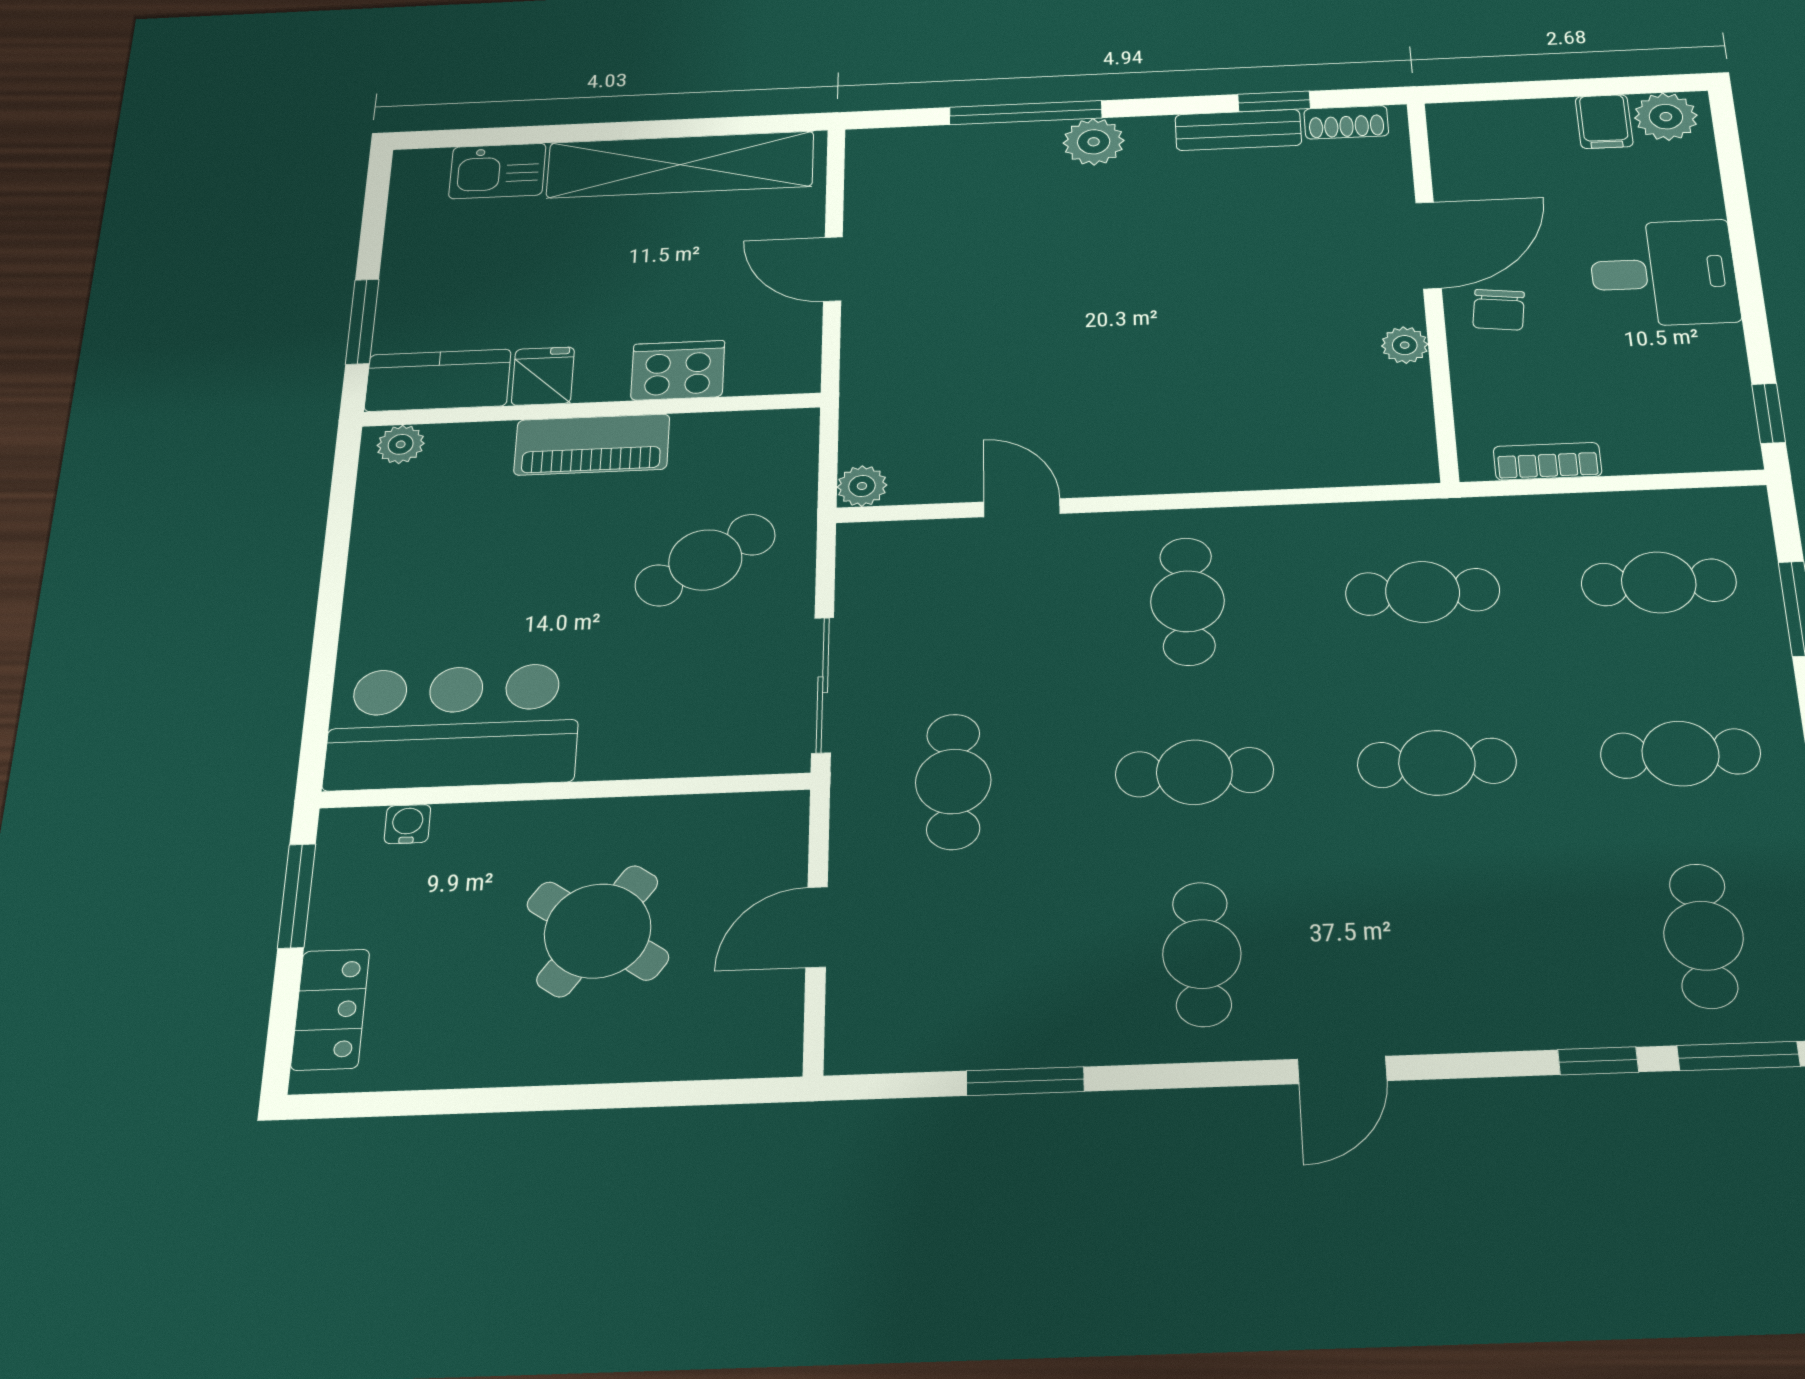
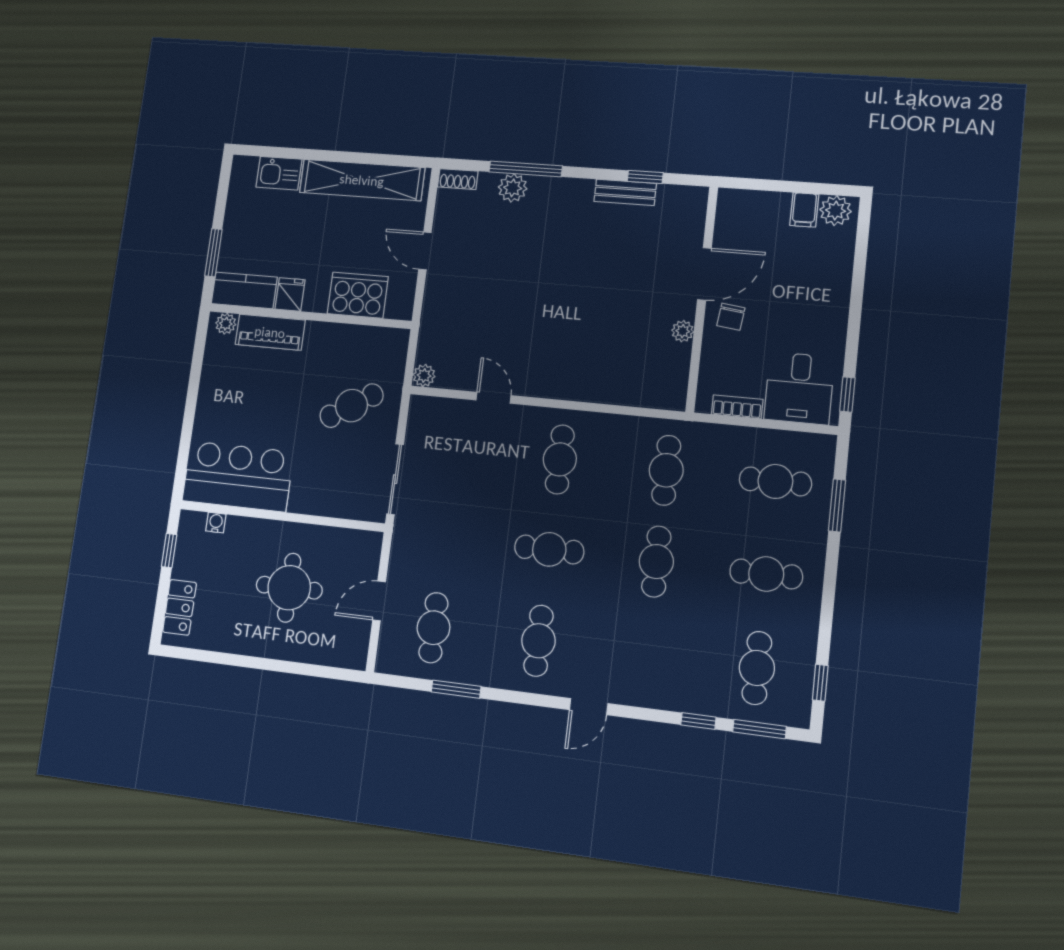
shoe rack: (1346, 122) -> (458, 179), moved
plant: (1094, 142) -> (513, 188), moved
desk: (1663, 273) -> (799, 388), moved, turned 90
cooker: (678, 370) -> (358, 295), width x1.37, depth x1.31
piano: (592, 445) -> (270, 332), moved
cafe table: (1423, 592) -> (666, 470), turned 90
cafe table: (1437, 763) -> (656, 562), turned 90
cafe table: (953, 781) -> (433, 628), moved
window: (297, 896) -> (169, 551), width x0.67
round table: (598, 931) -> (289, 588), turned -35

